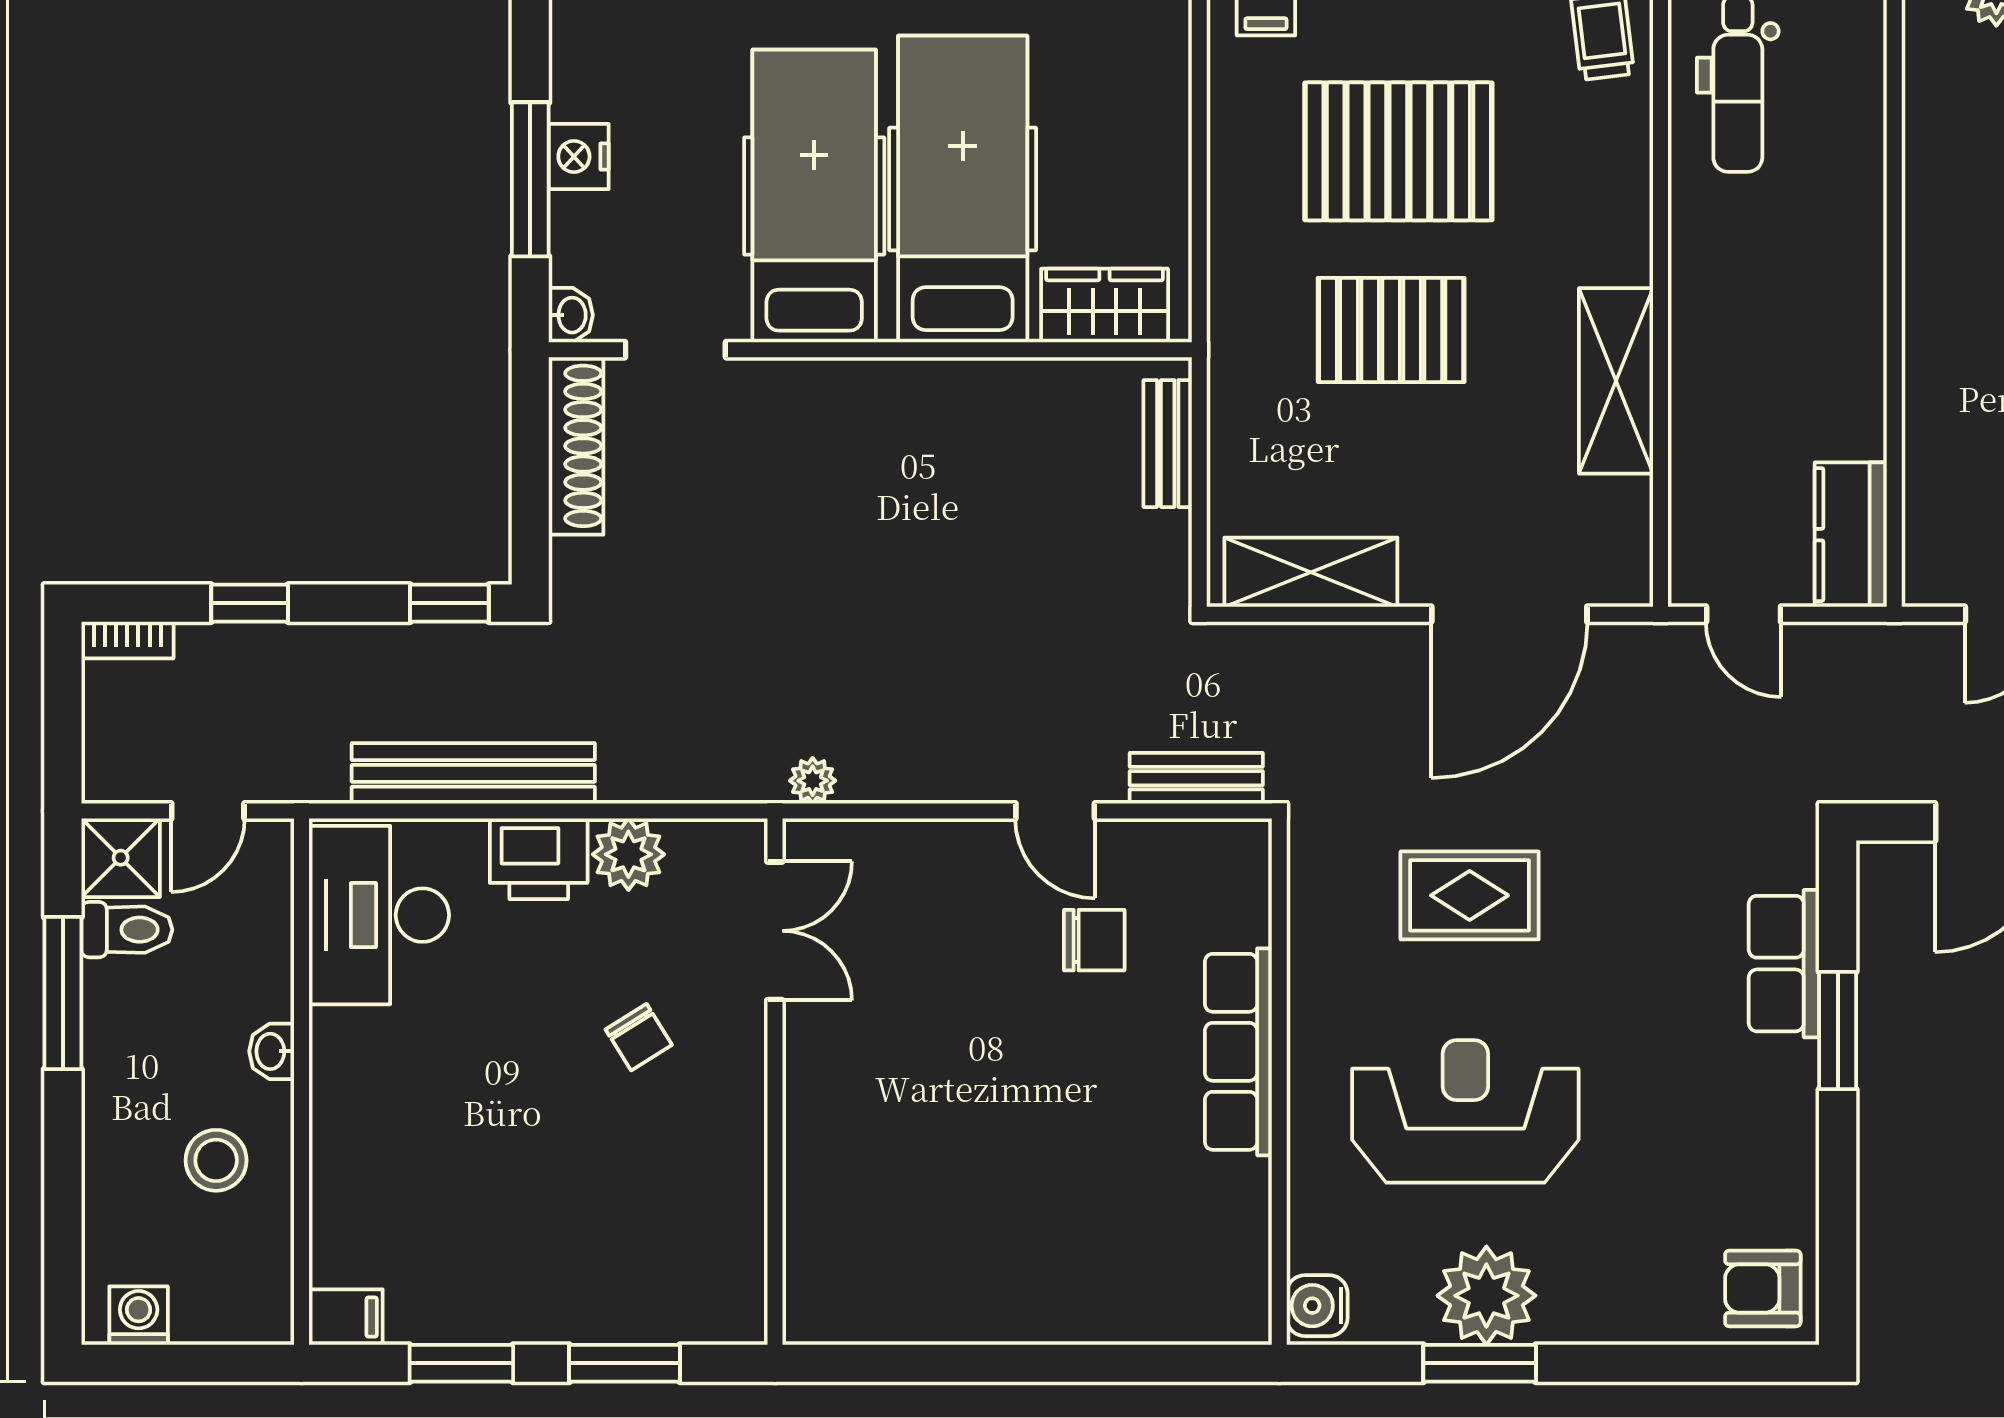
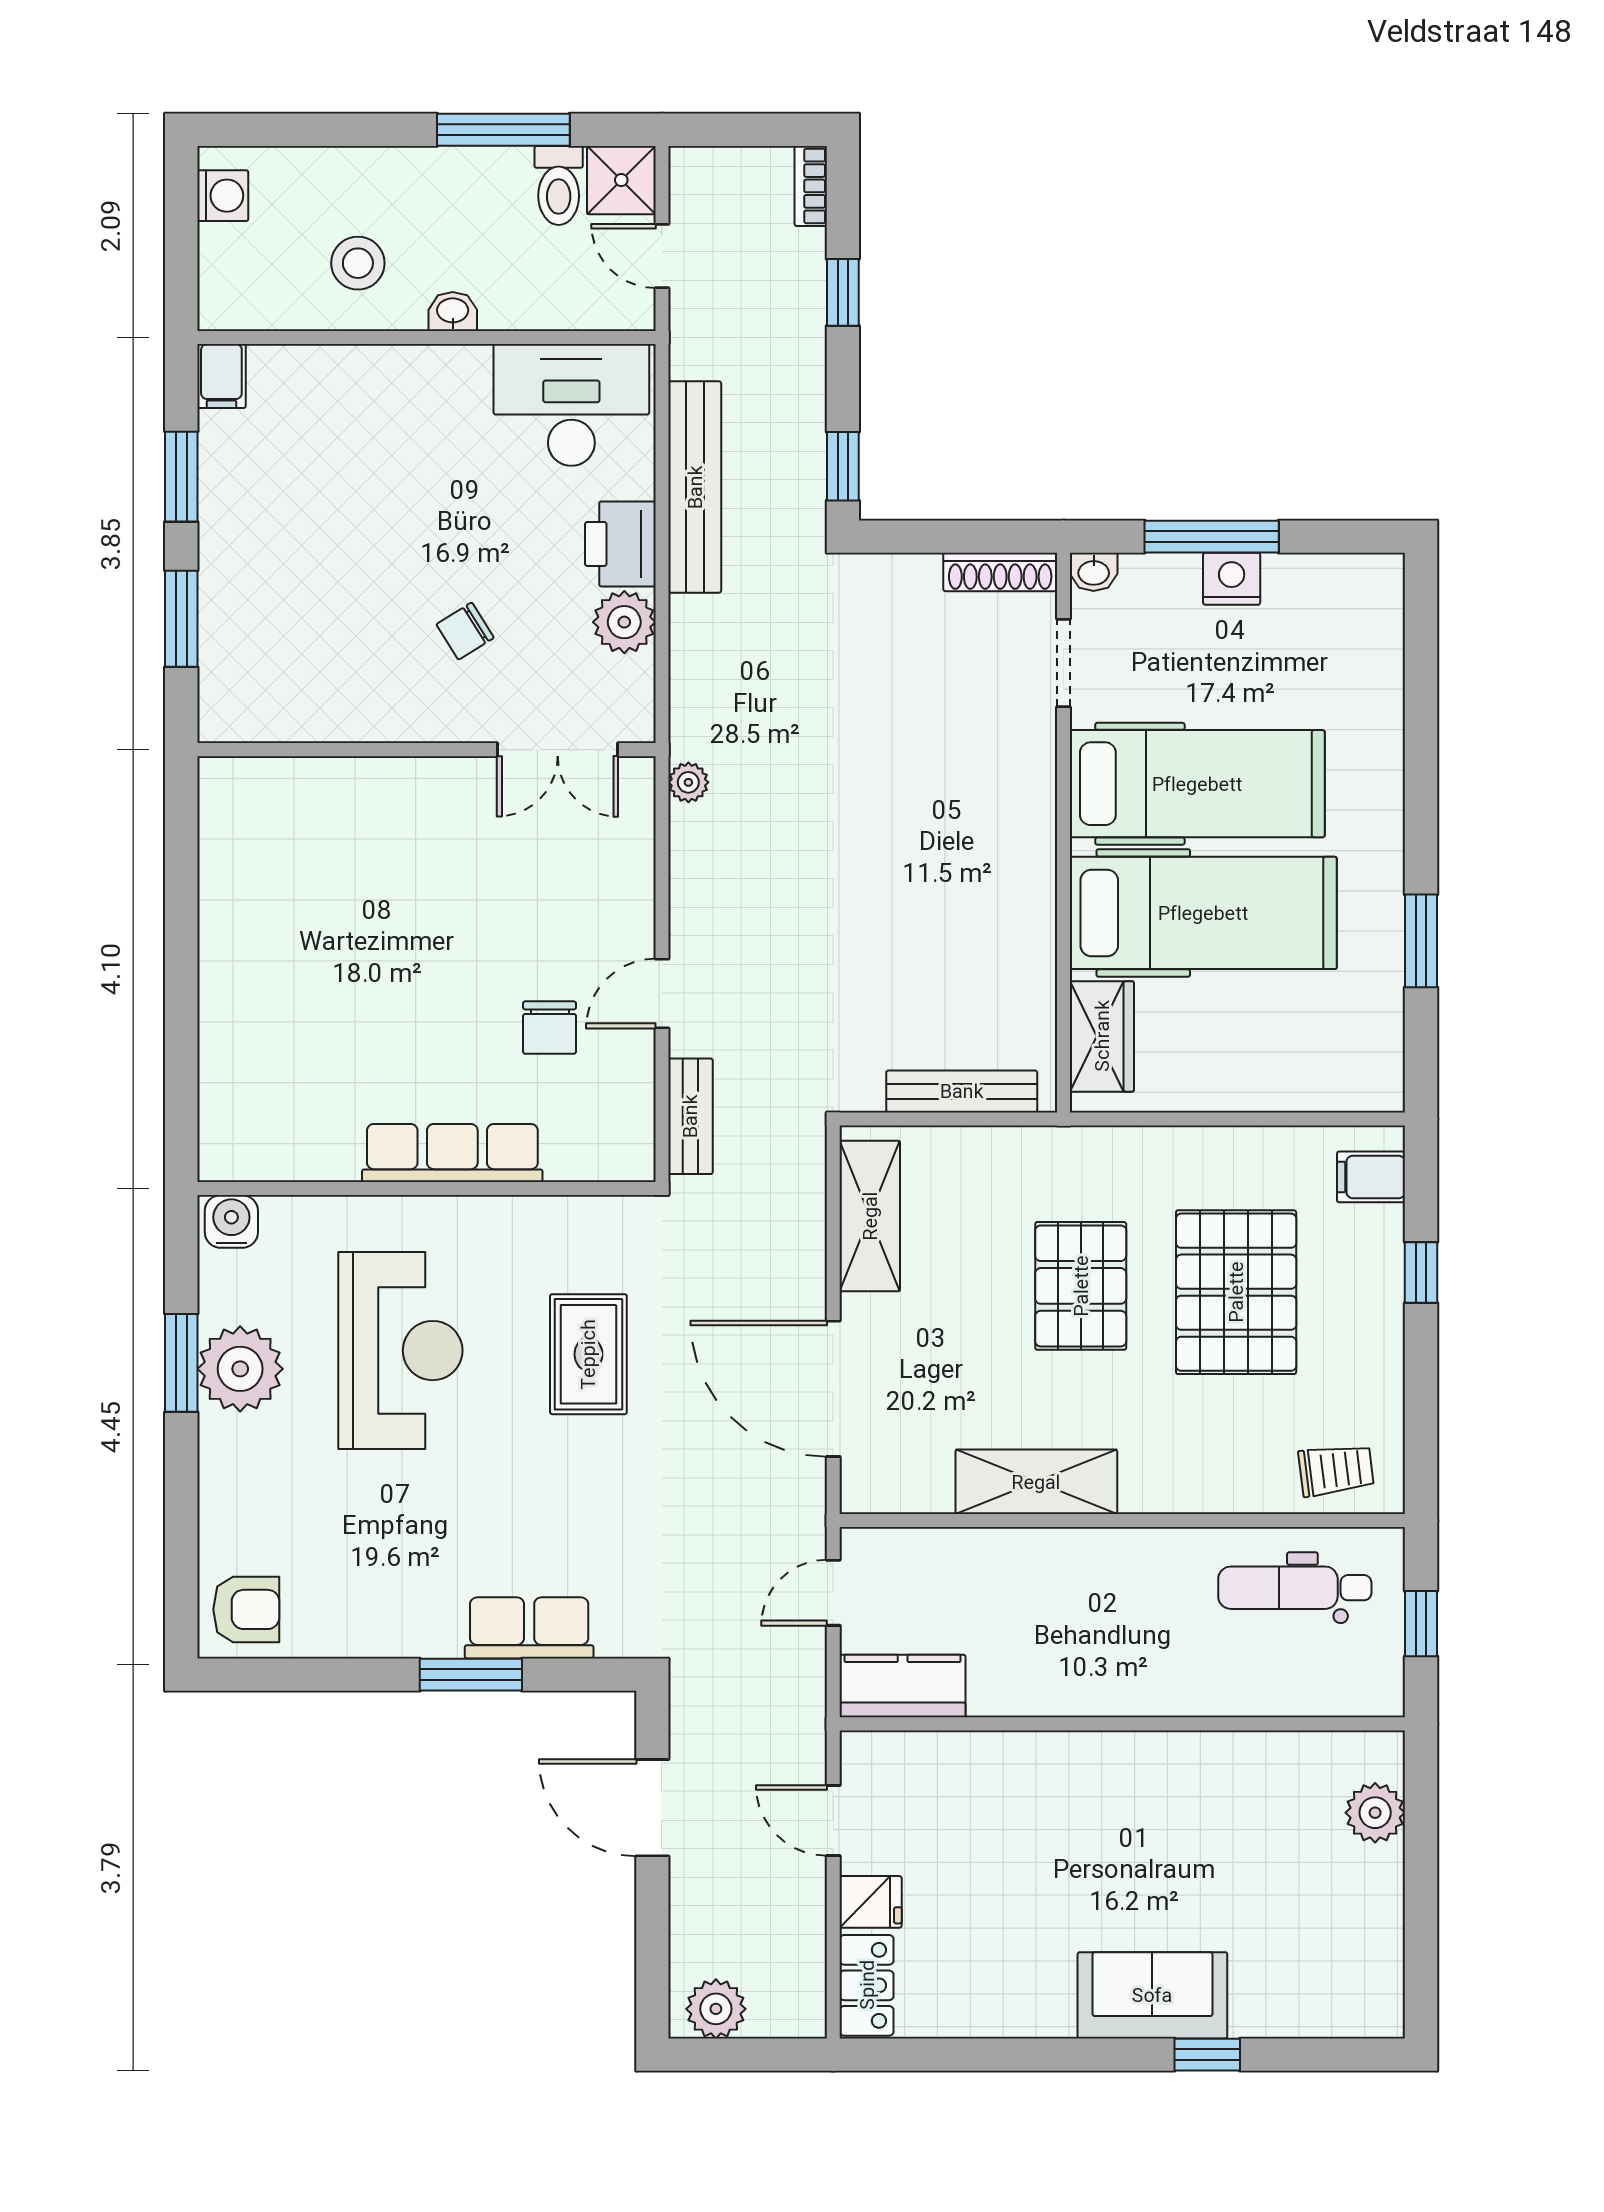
bench: (1168, 444) -> (962, 1091), width x1.36
shoe rack: (576, 446) -> (1000, 572), width x0.74, depth x0.81
armchair: (1763, 1288) -> (246, 1609), turned 90

